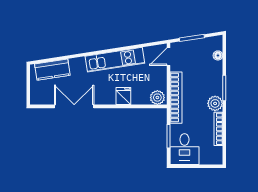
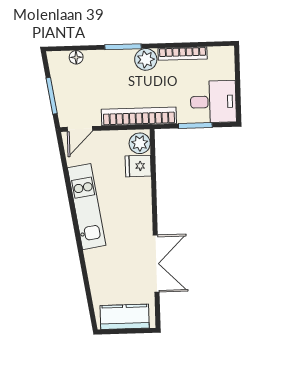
door: (168, 57) -> (80, 129), hinge flipped
kitchen counter: (52, 70) -> (125, 317), moved, turned -81
fridge: (123, 96) -> (138, 166), moved
double door: (74, 106) -> (156, 264), swing flipped

